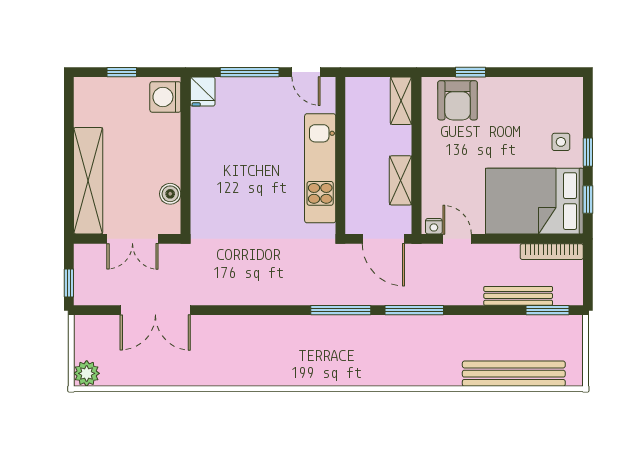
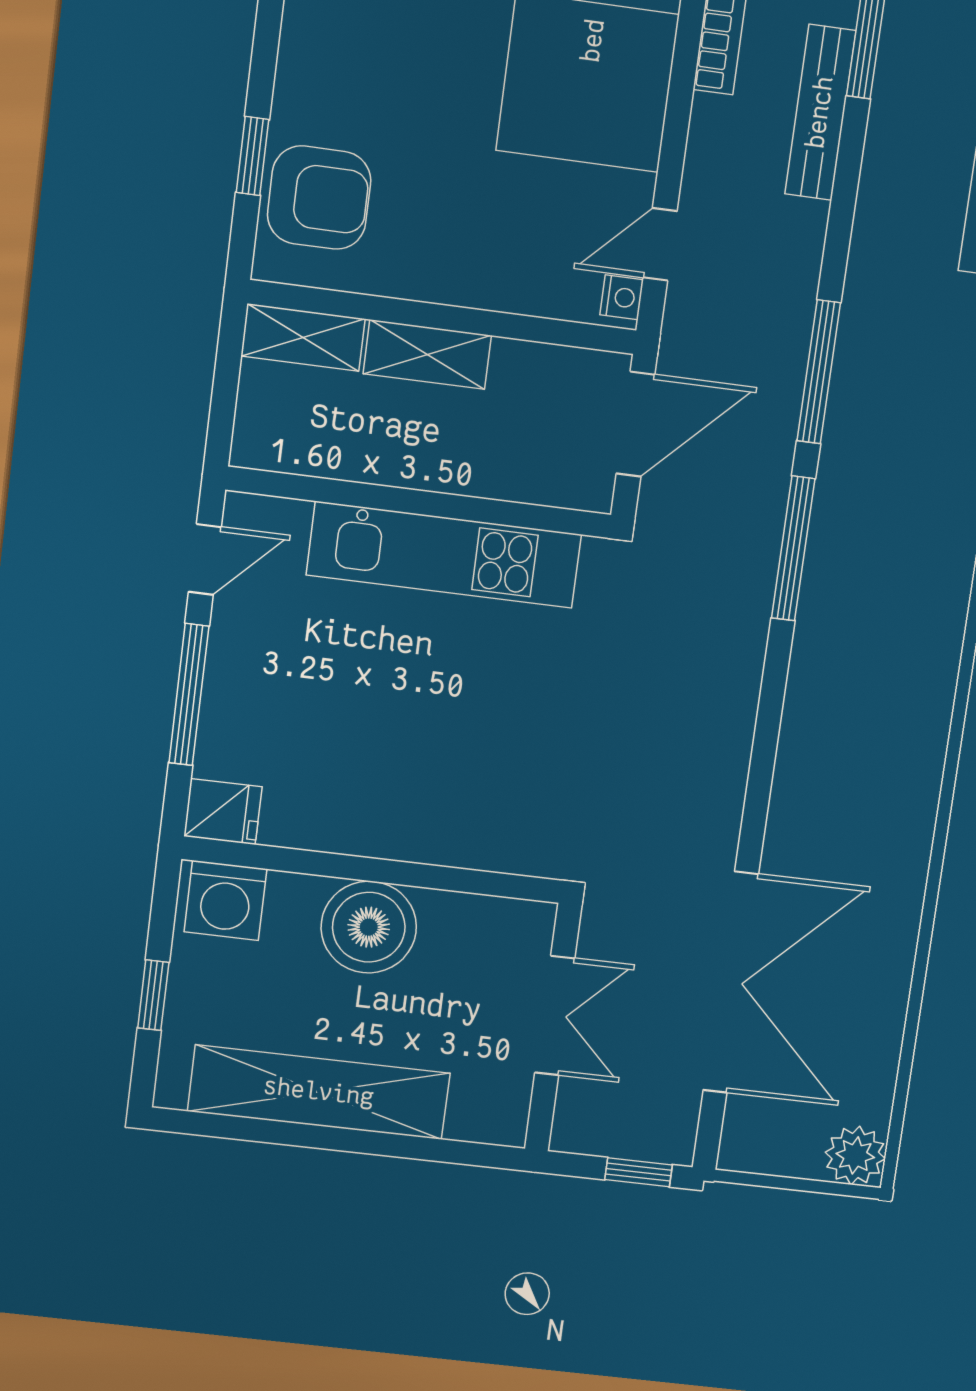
shelving: (401, 180) -> (427, 354), moved
shelving: (88, 181) -> (319, 1092), moved
boiler: (170, 194) -> (369, 927), moved, width x1.86, depth x1.86
double door: (155, 310) -> (731, 982), width x1.36

